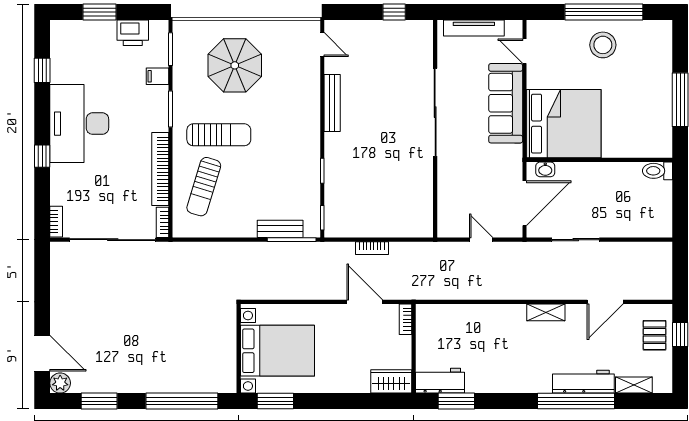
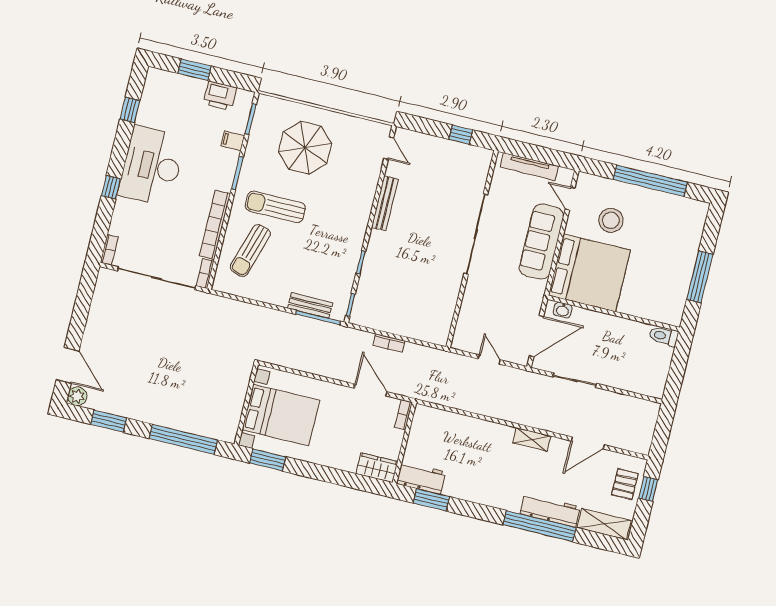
stool: (603, 45) -> (611, 220), moved
sun lounger: (219, 135) -> (275, 207), turned 180
shelving: (634, 385) -> (604, 524), width x1.50, depth x1.33

